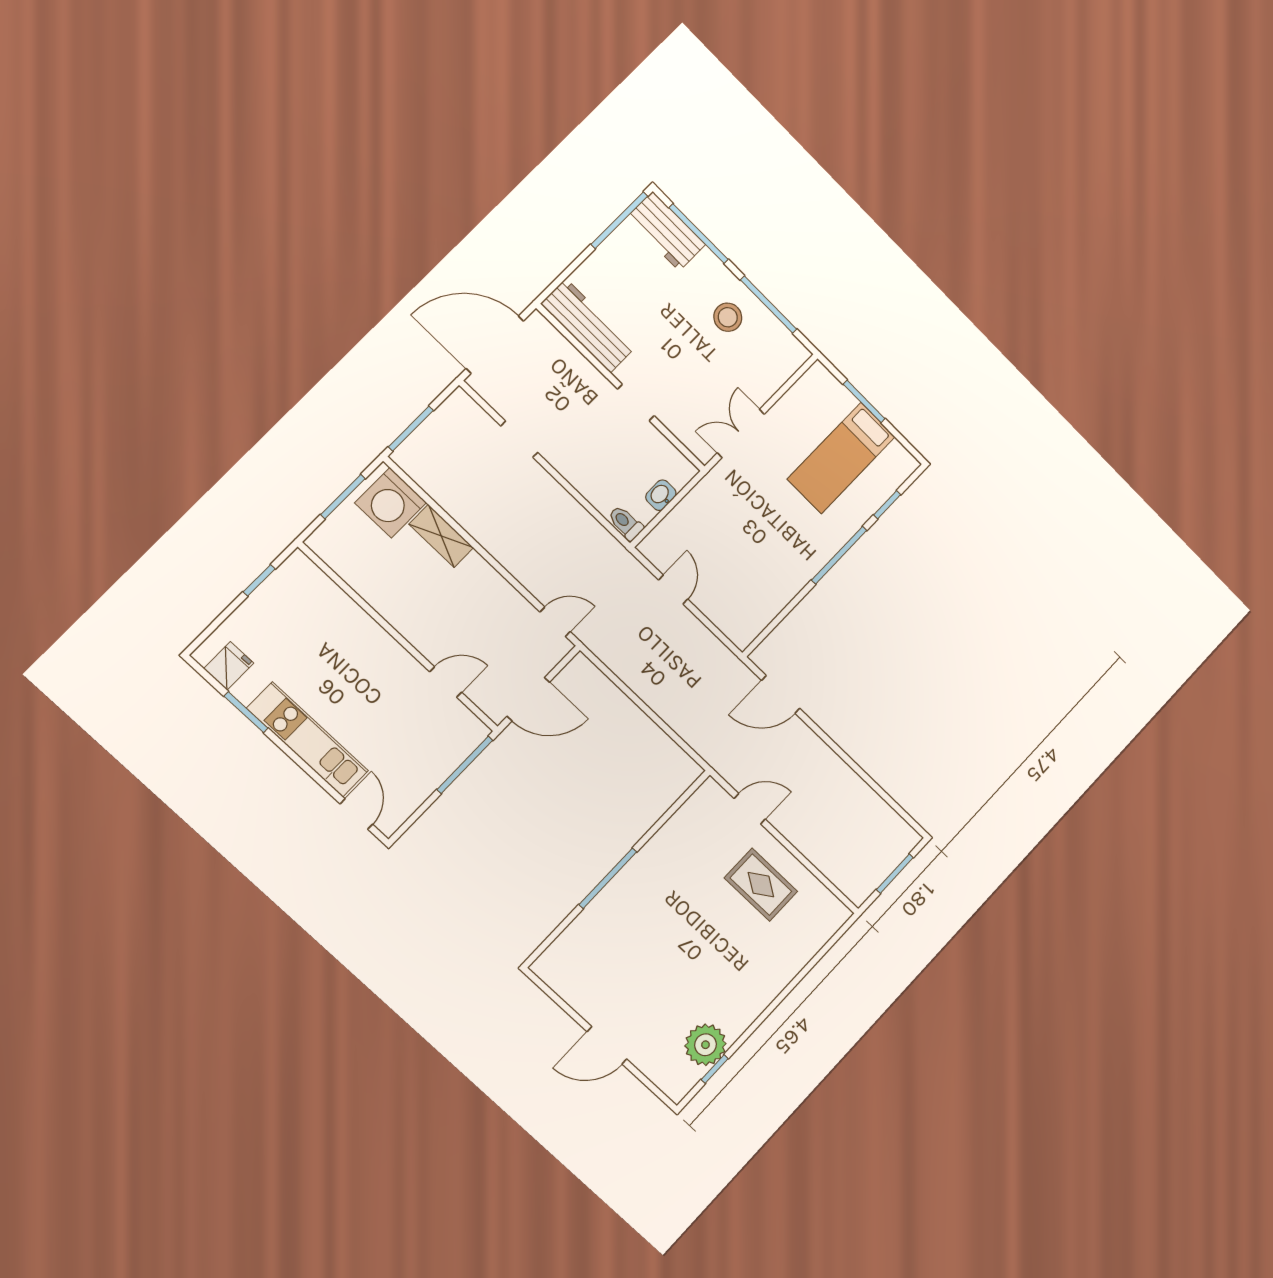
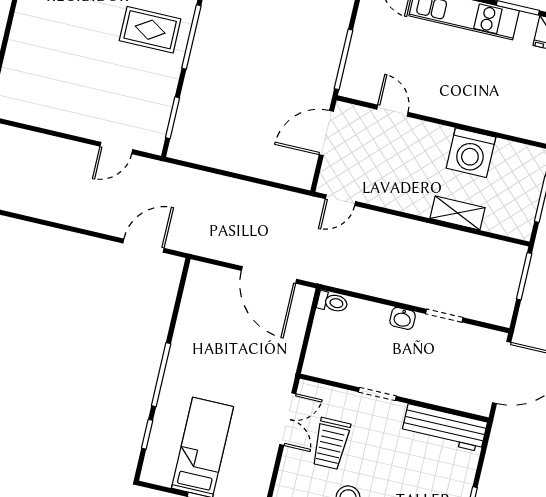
trolley: (712, 382) -> (331, 444), added
washbasin: (661, 495) -> (403, 318), moved, turned 90
washing machine: (391, 503) -> (471, 153), moved, turned 180
door: (673, 590) -> (269, 275), width x1.87
door: (446, 682) -> (392, 111), swing flipped
window: (676, 807) -> (173, 118), added
rug: (761, 885) -> (150, 30), moved

